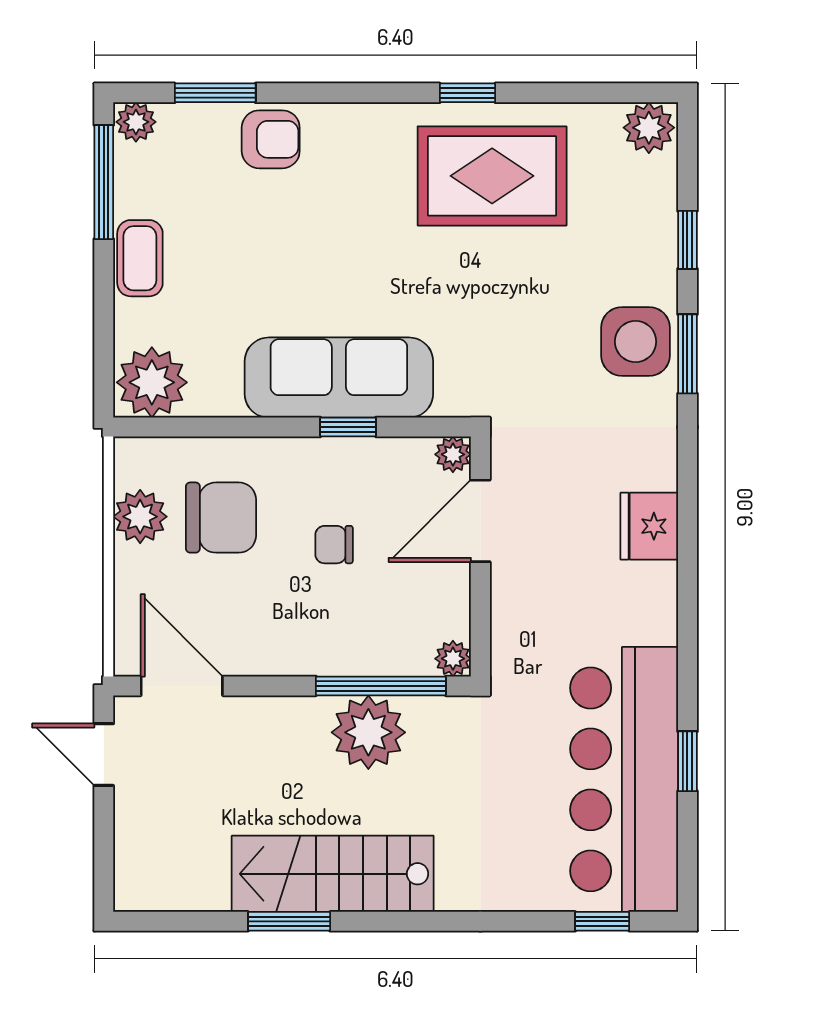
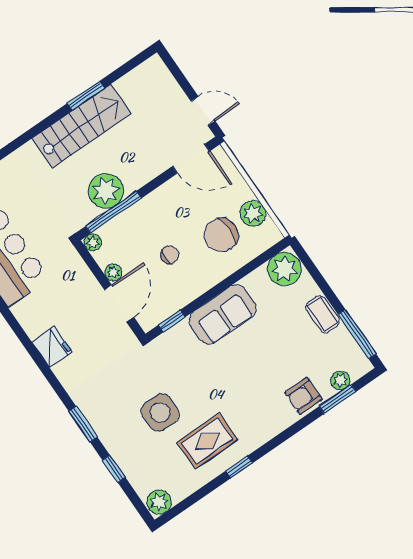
plant: (136, 122) -> (340, 380), moved
rug: (492, 176) -> (207, 441), width x0.73, depth x0.70
side table: (636, 342) -> (160, 412), moved
sofa: (339, 378) -> (222, 315), width x0.73
window: (348, 427) -> (172, 321), moved
plant: (453, 454) -> (113, 272), moved

